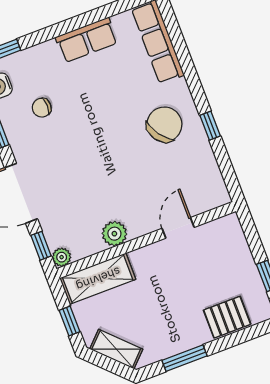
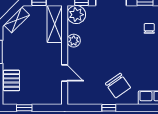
plant: (62, 257) -> (76, 15), width x1.87, depth x1.87

